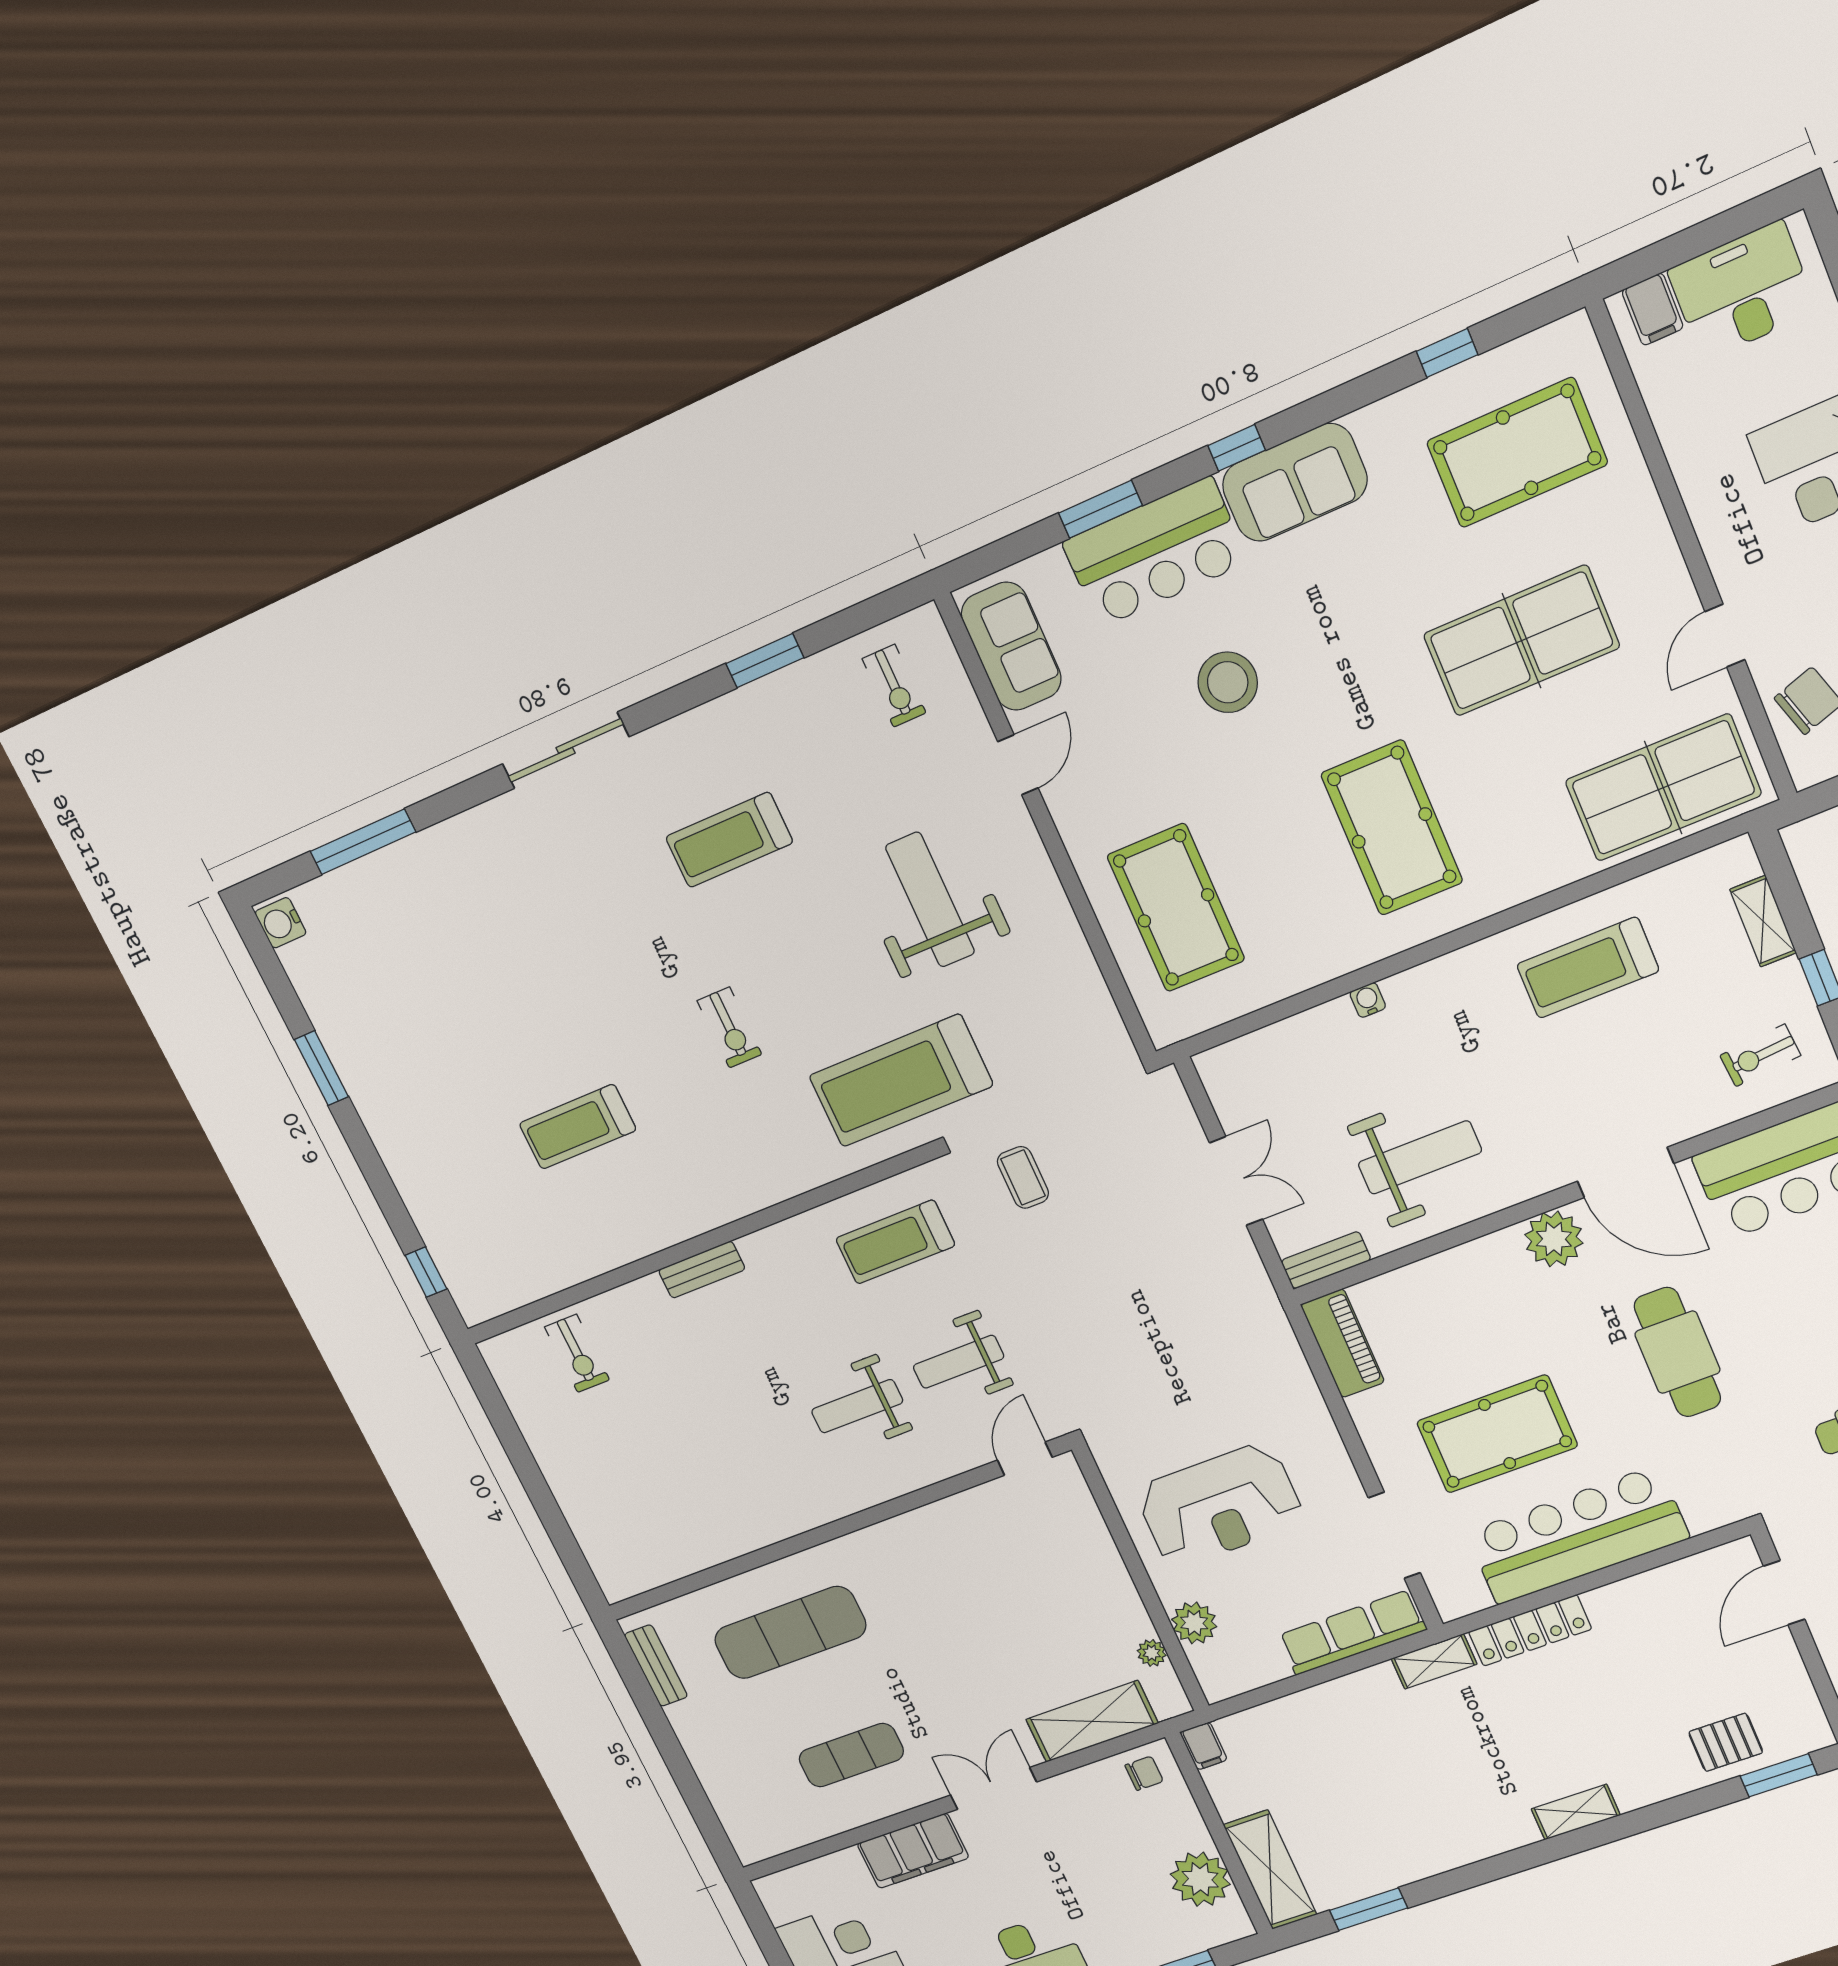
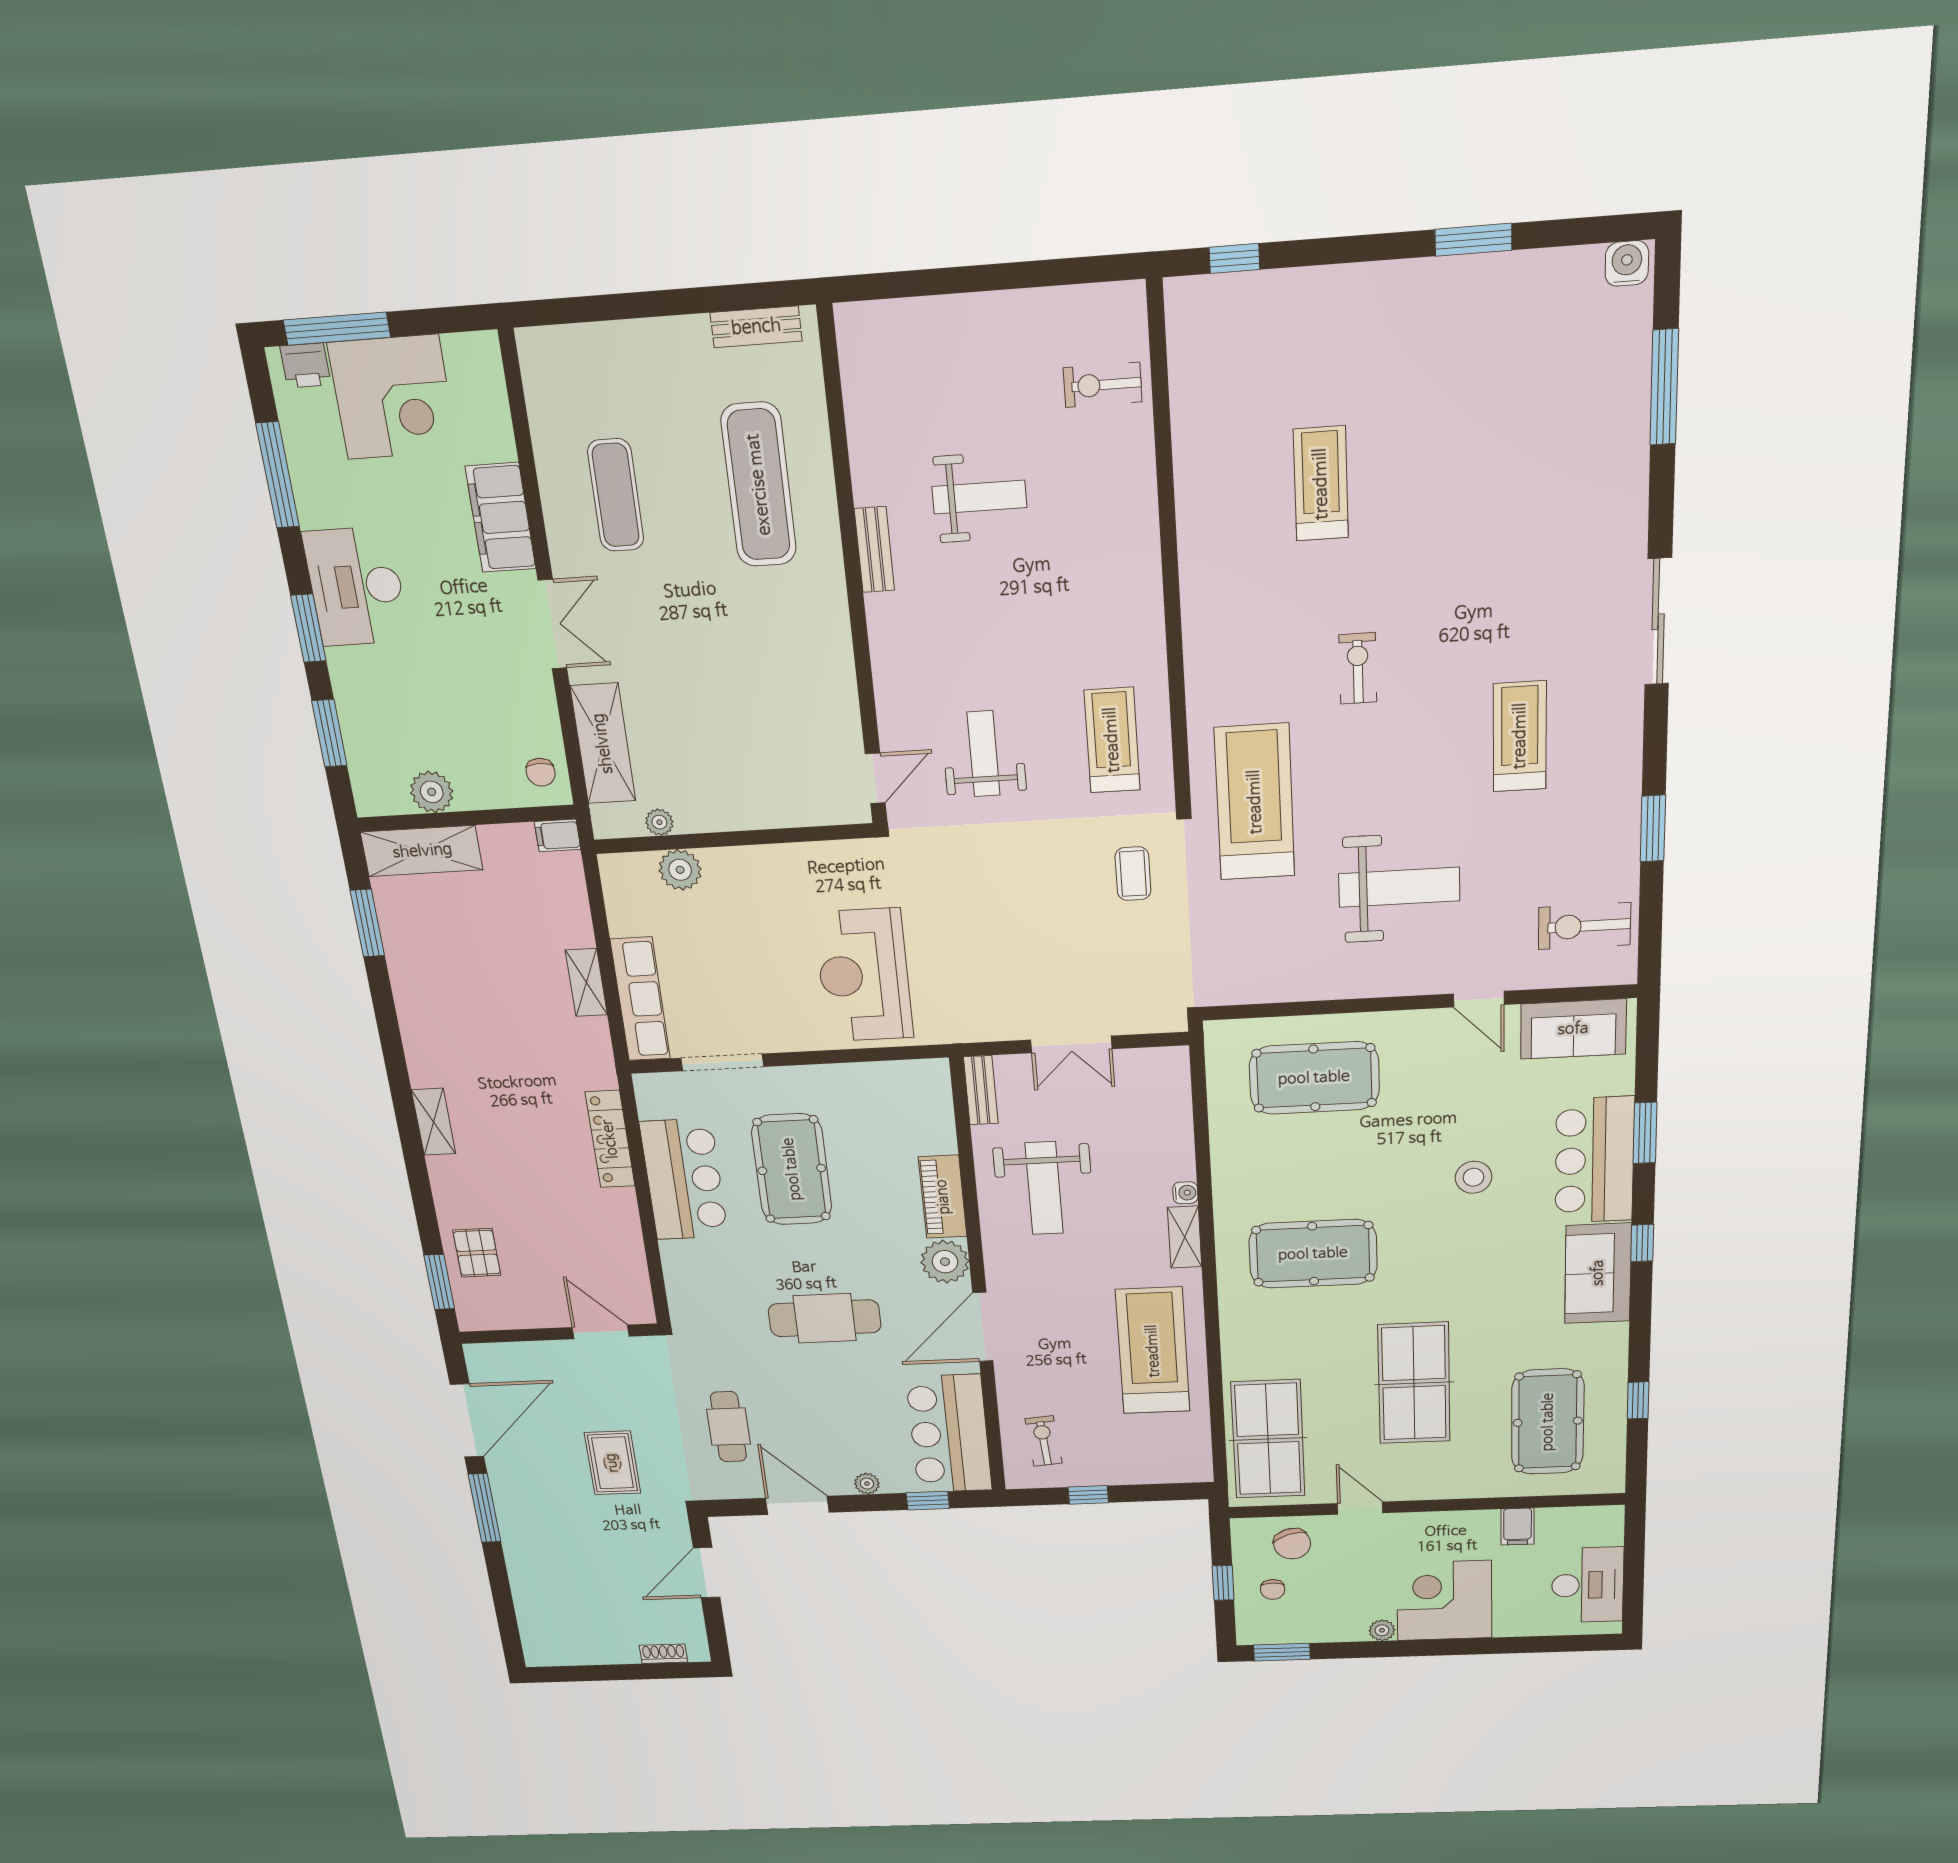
filing cabinet: (1653, 309) -> (1518, 1527), moved, turned -90
stool: (1228, 682) -> (1473, 1177), width x0.73, depth x0.73
exercise bike: (894, 686) -> (1585, 926), width x1.38, depth x1.39
shelving: (1763, 921) -> (1185, 1237), moved, turned 90
treadmill: (1588, 968) -> (1153, 1351), width x1.37, depth x1.37
exercise bike: (729, 1028) -> (1358, 668), turned 90
coffee table: (1023, 1177) -> (1133, 874), turned 90
bench: (702, 1270) -> (874, 550), moved
piano: (1343, 1343) -> (943, 1197), moved, turned 90
weight bench: (857, 1406) -> (979, 497), moved, turned 90
door: (1025, 1459) -> (875, 778), hinge flipped
reception desk: (1220, 1505) -> (864, 975), moved
bar counter: (1577, 1535) -> (684, 1179), width x0.73
shelving: (1434, 1661) -> (586, 982), moved
plant: (1200, 1879) -> (432, 792), width x0.73, depth x0.73

